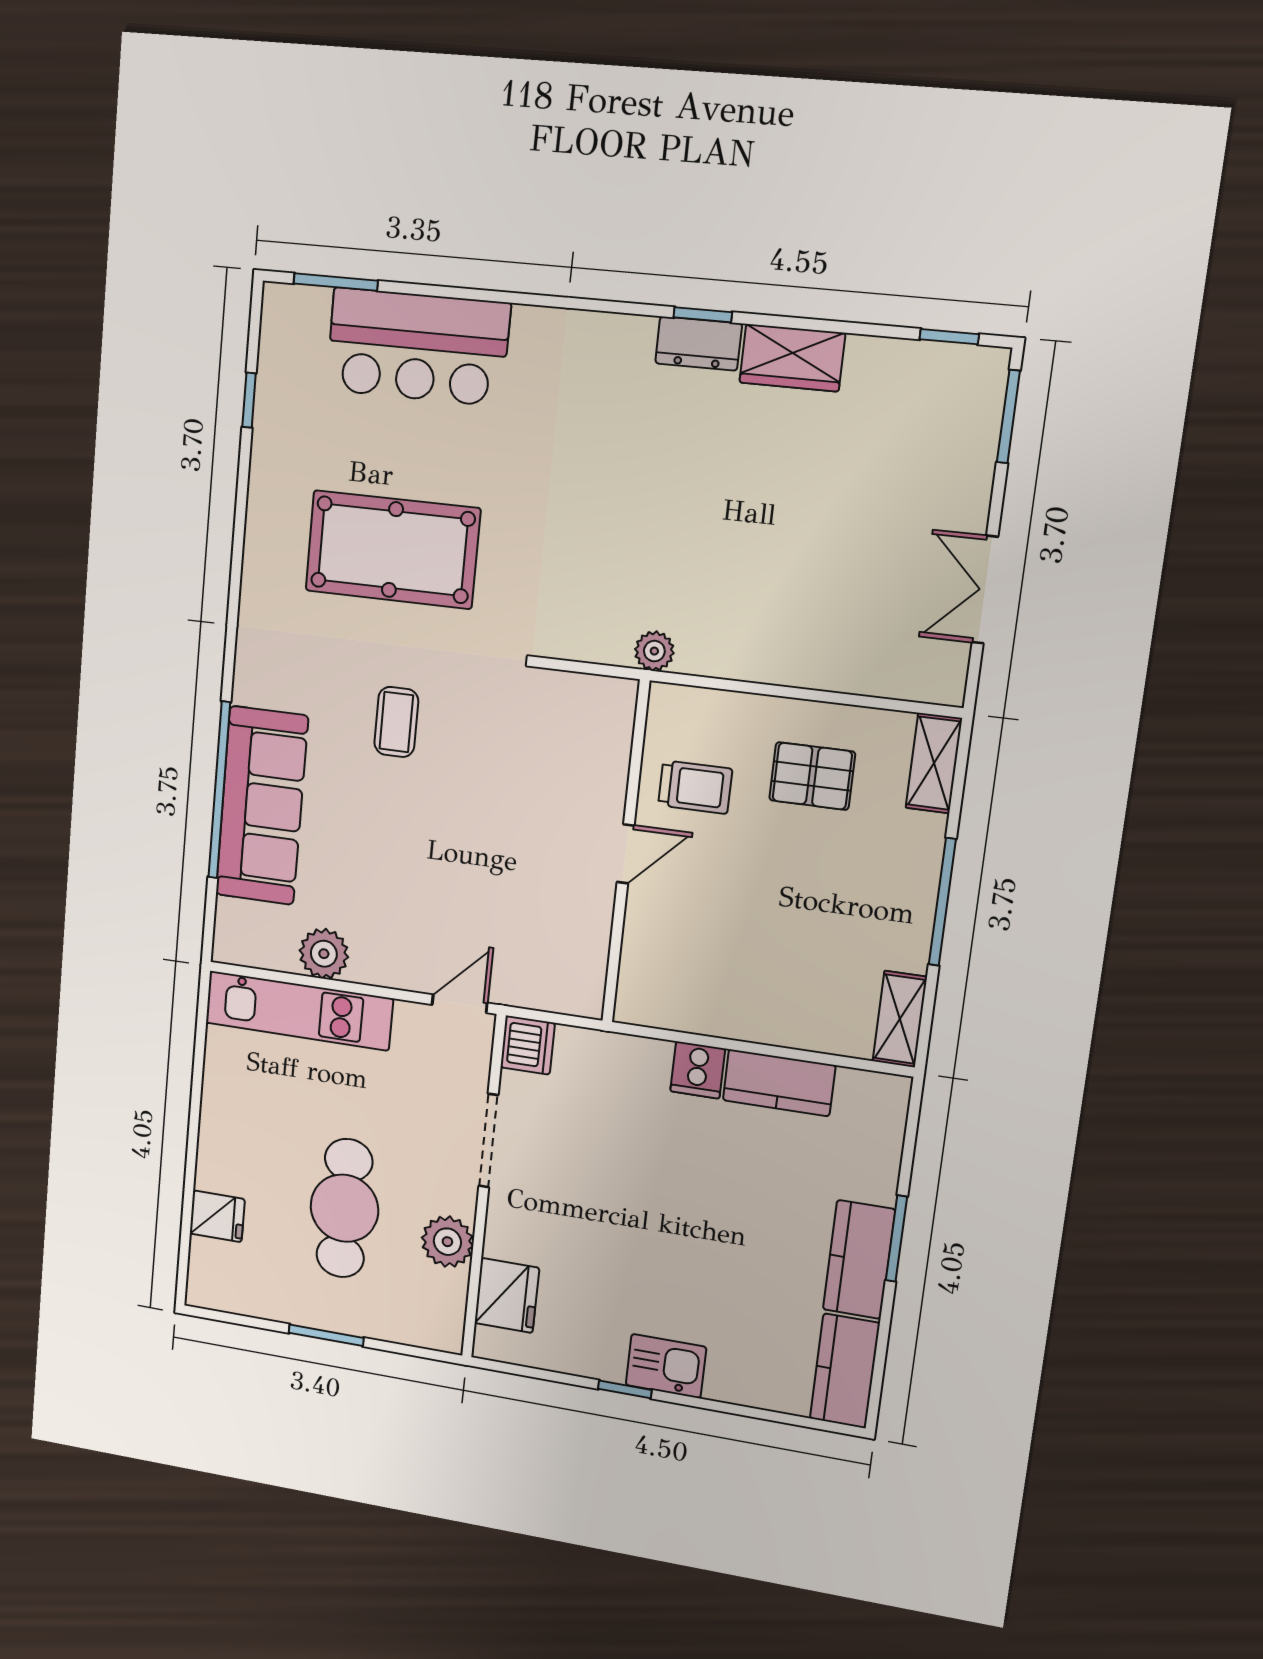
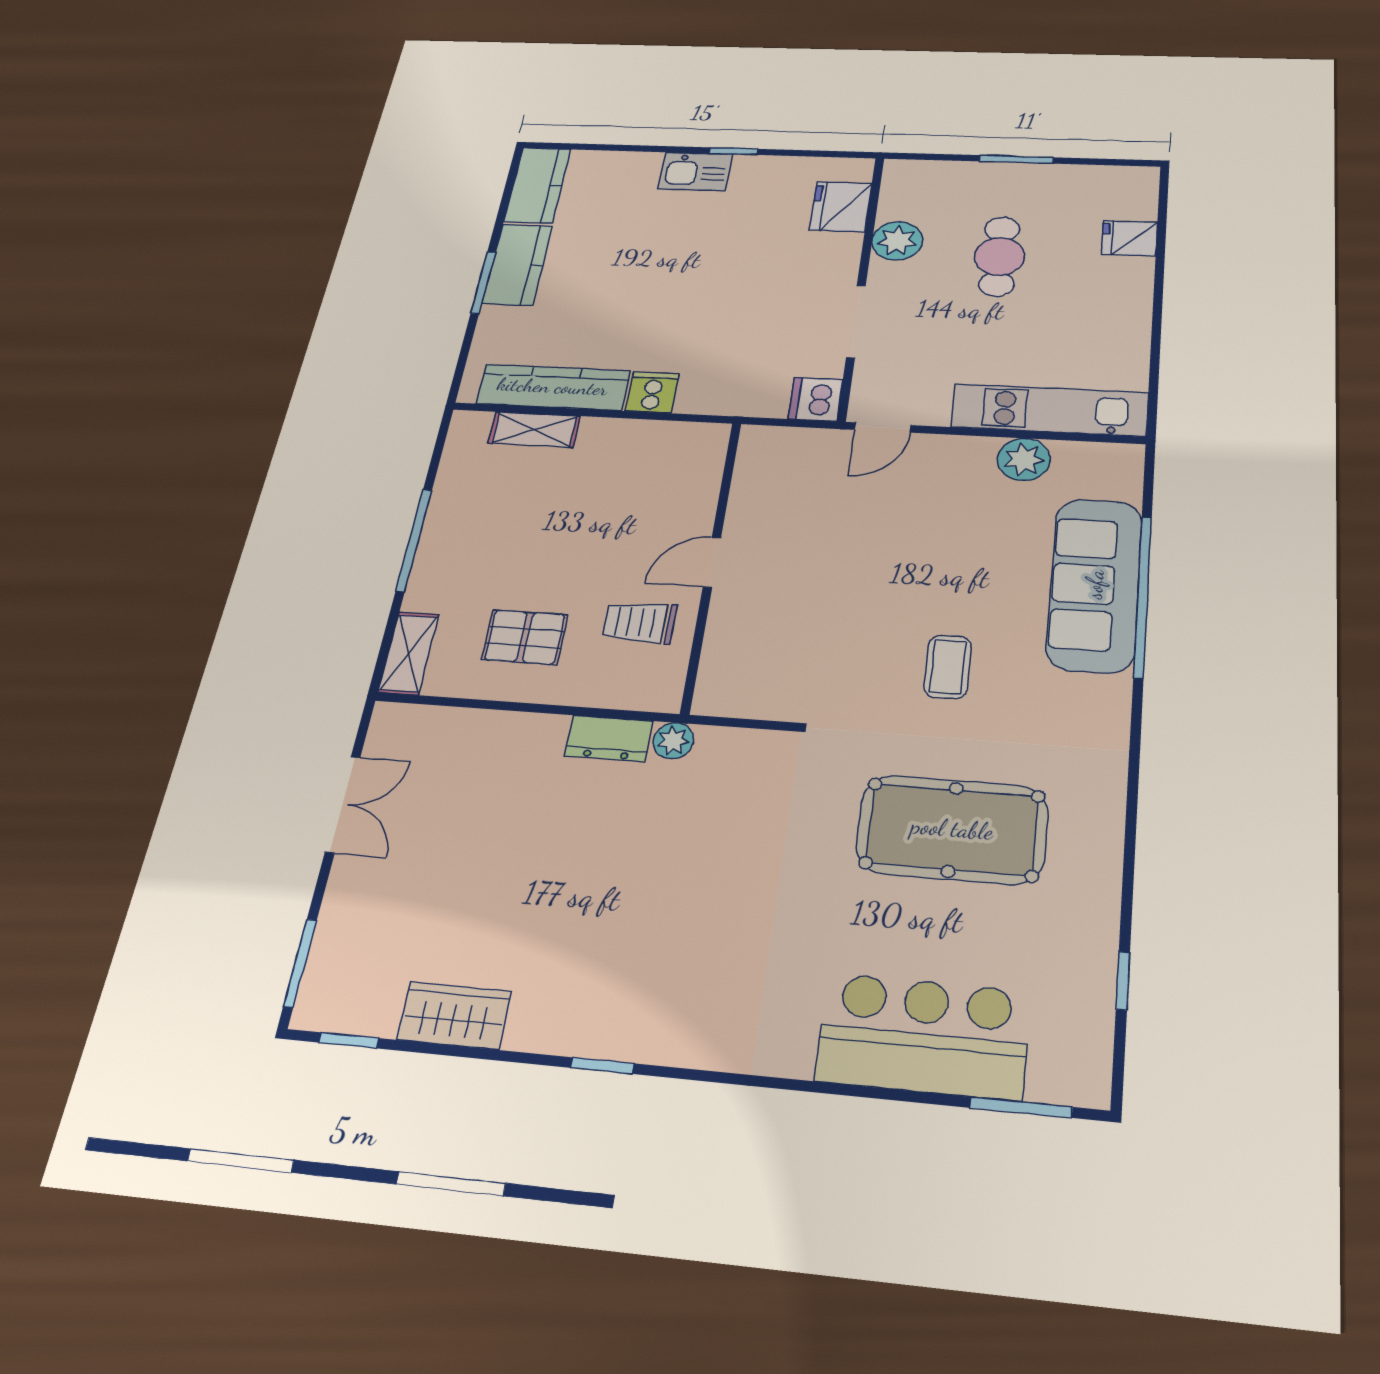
dresser: (699, 344) -> (609, 738), moved, turned 180
wardrobe: (792, 358) -> (454, 1016), moved
shelving: (900, 1019) -> (534, 430), moved, turned 90
kitchen counter: (779, 1083) -> (553, 387), width x1.50
cafe table: (344, 1208) -> (999, 256), width x0.73, depth x0.74

